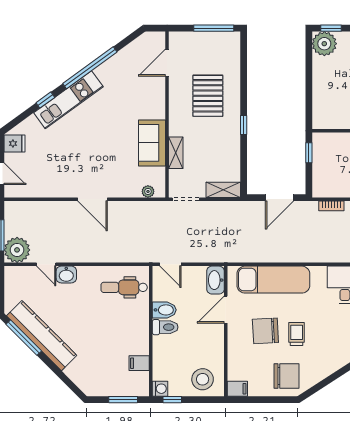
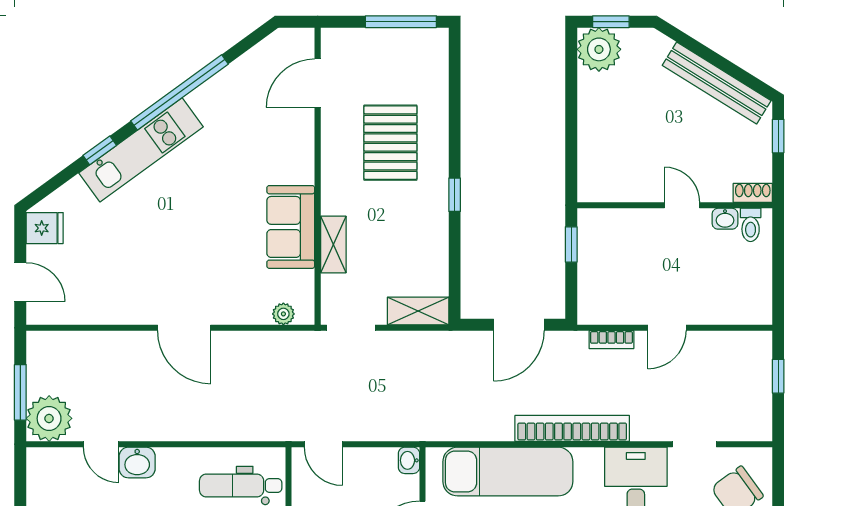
bookcase: (309, 255) -> (572, 428), added
washbasin: (215, 280) -> (409, 460), width x0.52, depth x0.69

